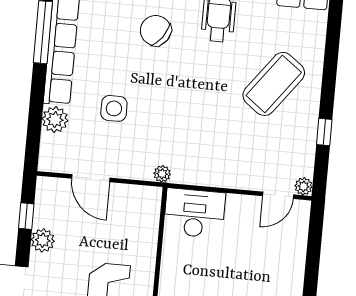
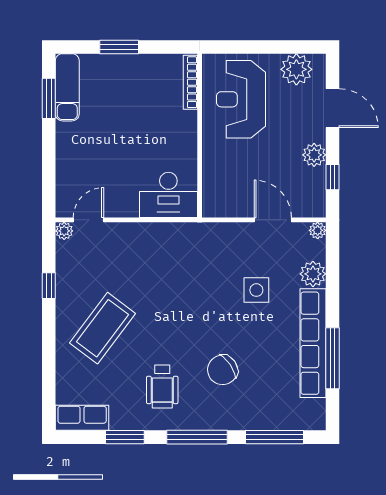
chair: (156, 31) -> (223, 370), turned 111
plant: (162, 174) -> (318, 230), moved

